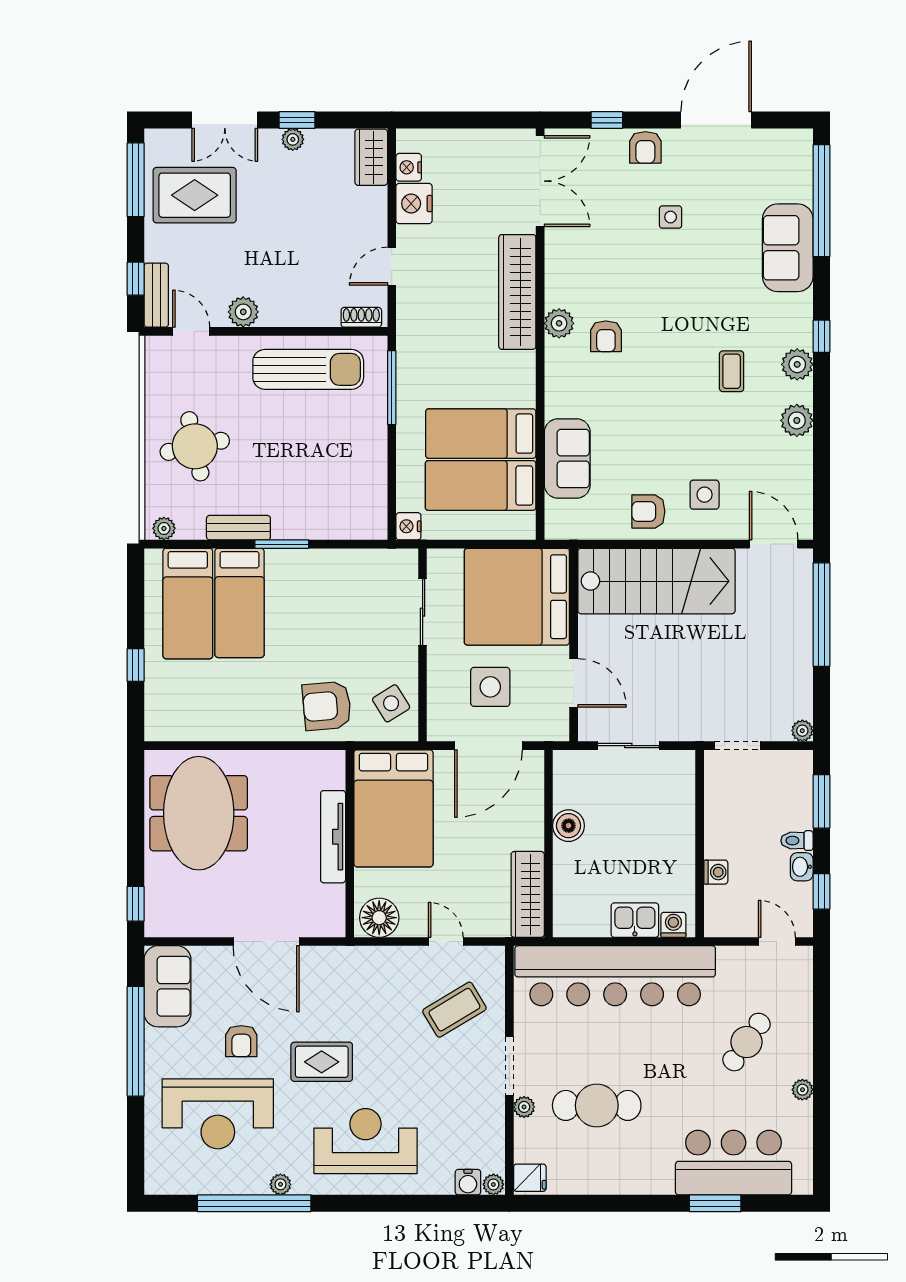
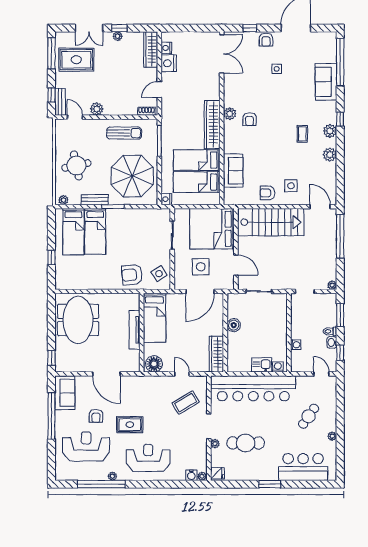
wardrobe: (371, 157) -> (151, 50), width x1.50
wardrobe: (517, 292) -> (212, 125), moved
sun lounger: (308, 369) -> (124, 133), width x0.73, depth x0.75
parasol: (328, 472) -> (132, 176), added
bed: (393, 808) -> (154, 318), width x0.67
reception desk: (218, 1114) -> (86, 446), turned 180
window: (715, 1203) -> (270, 484), moved

